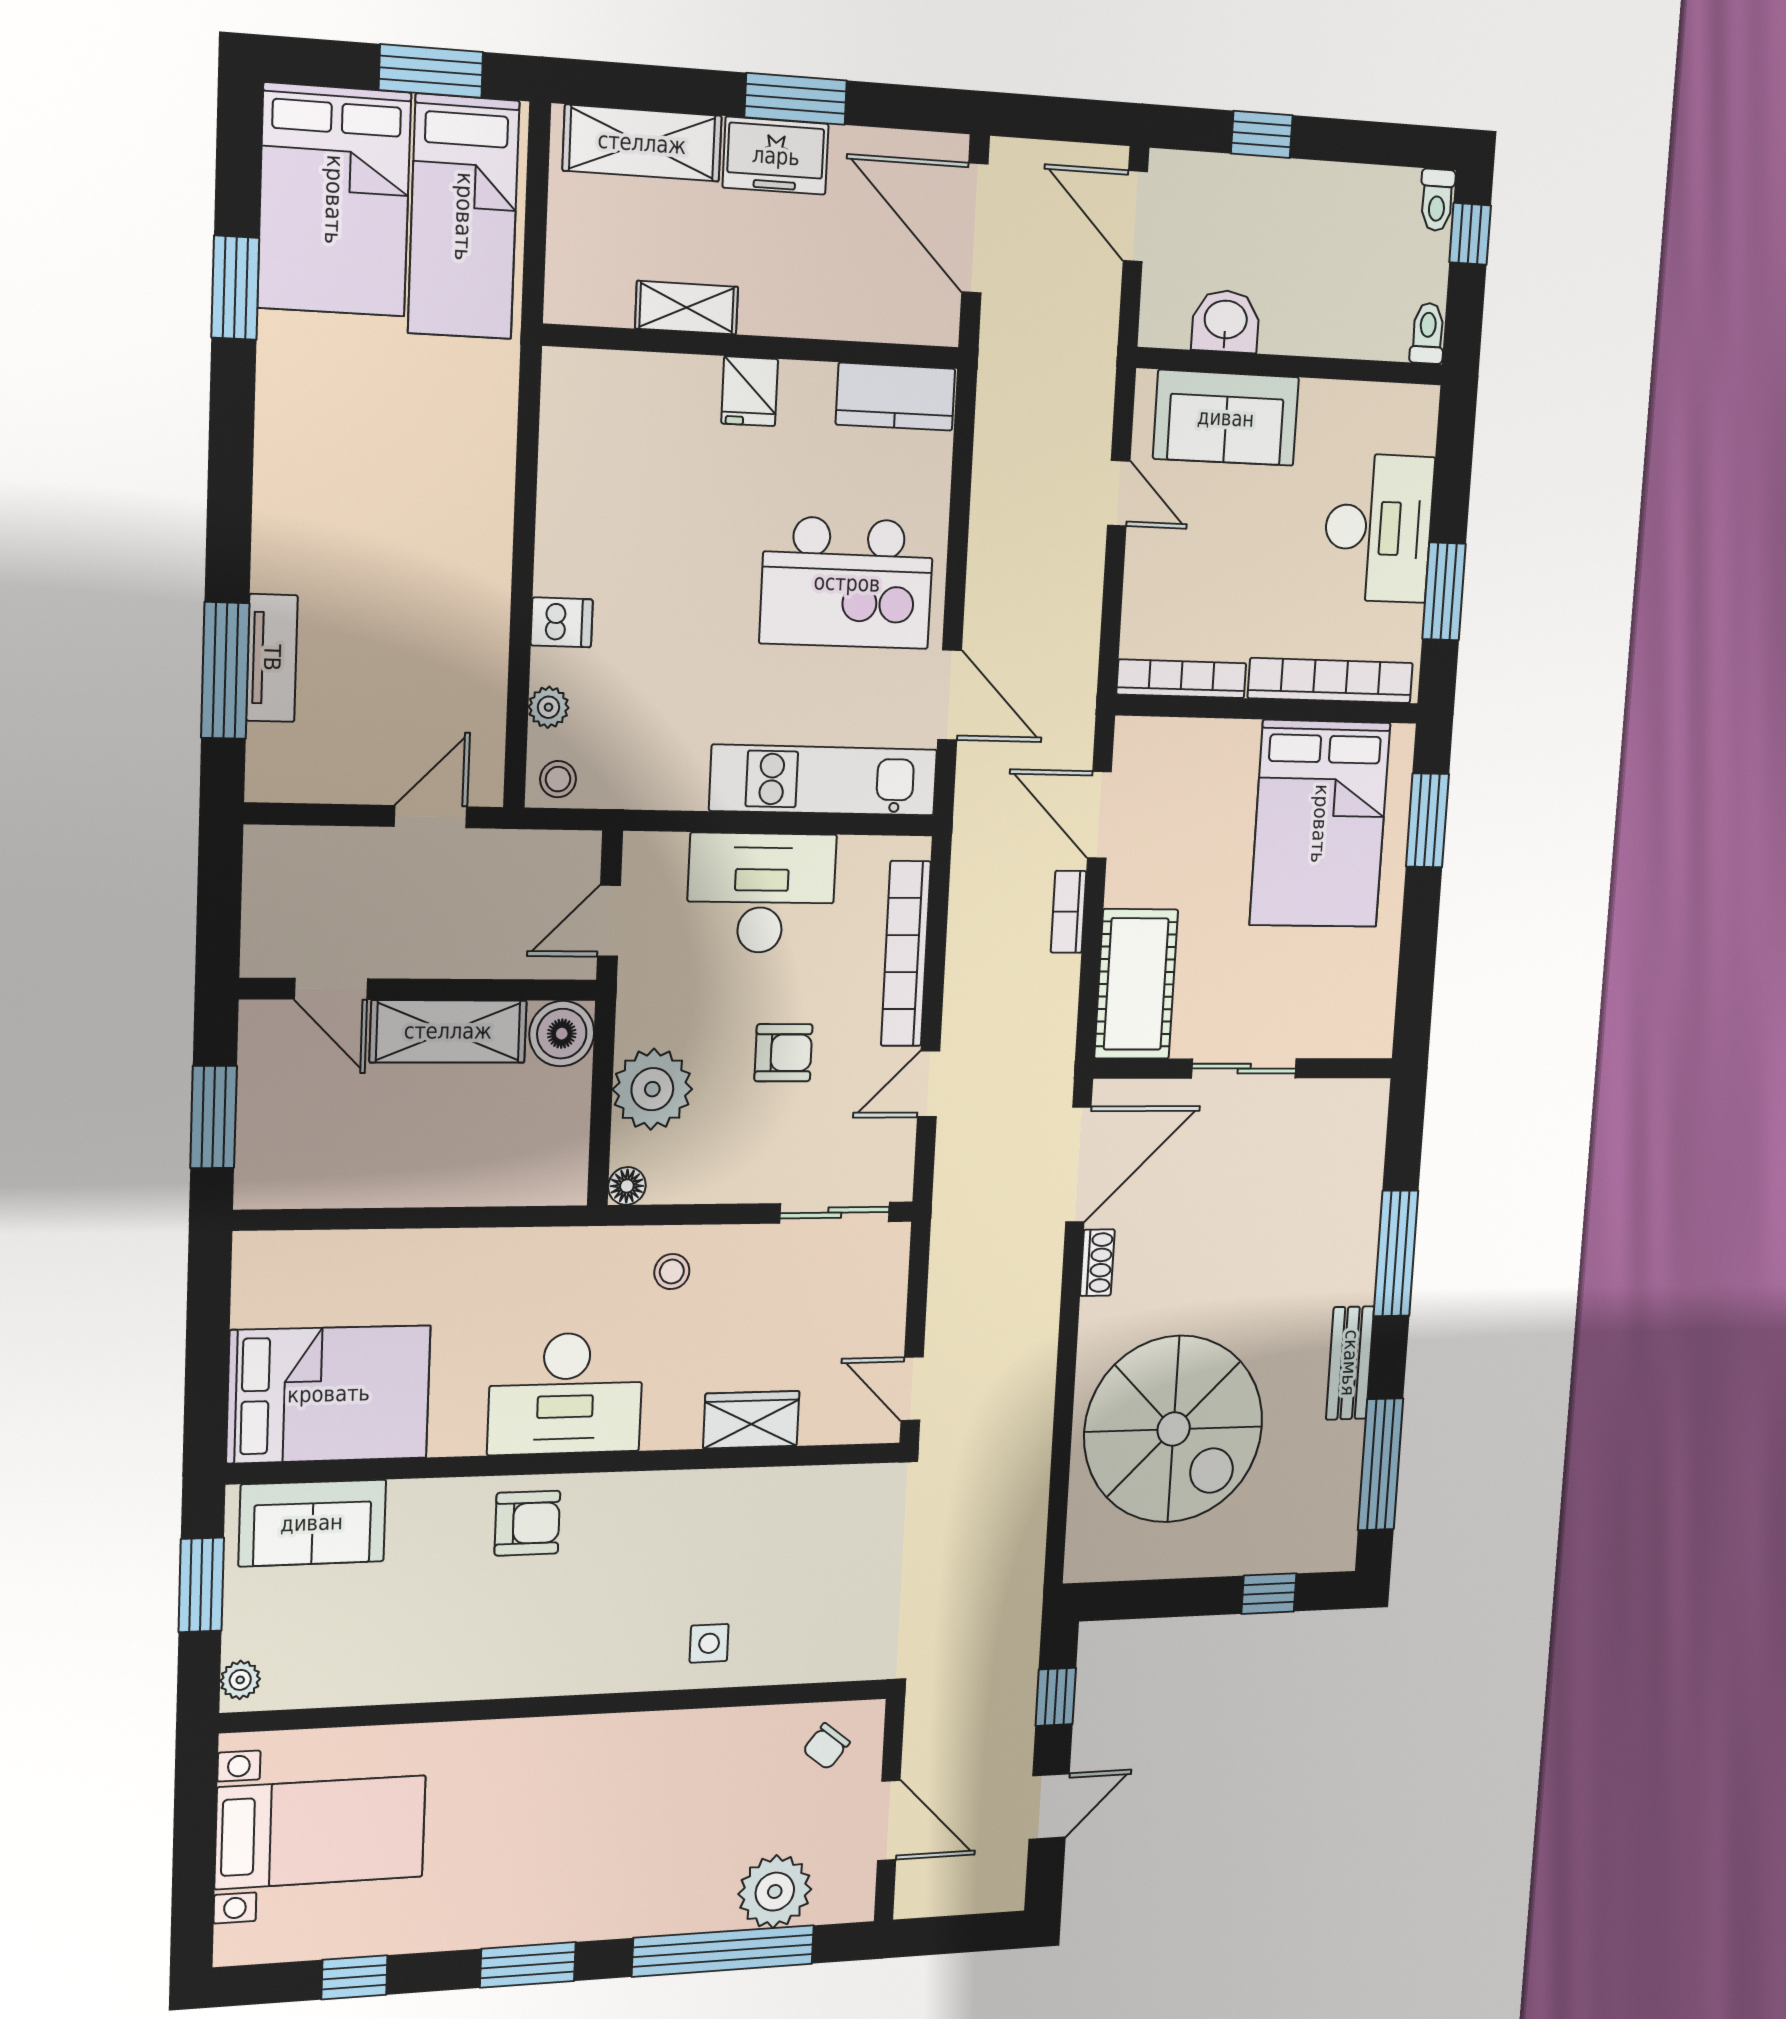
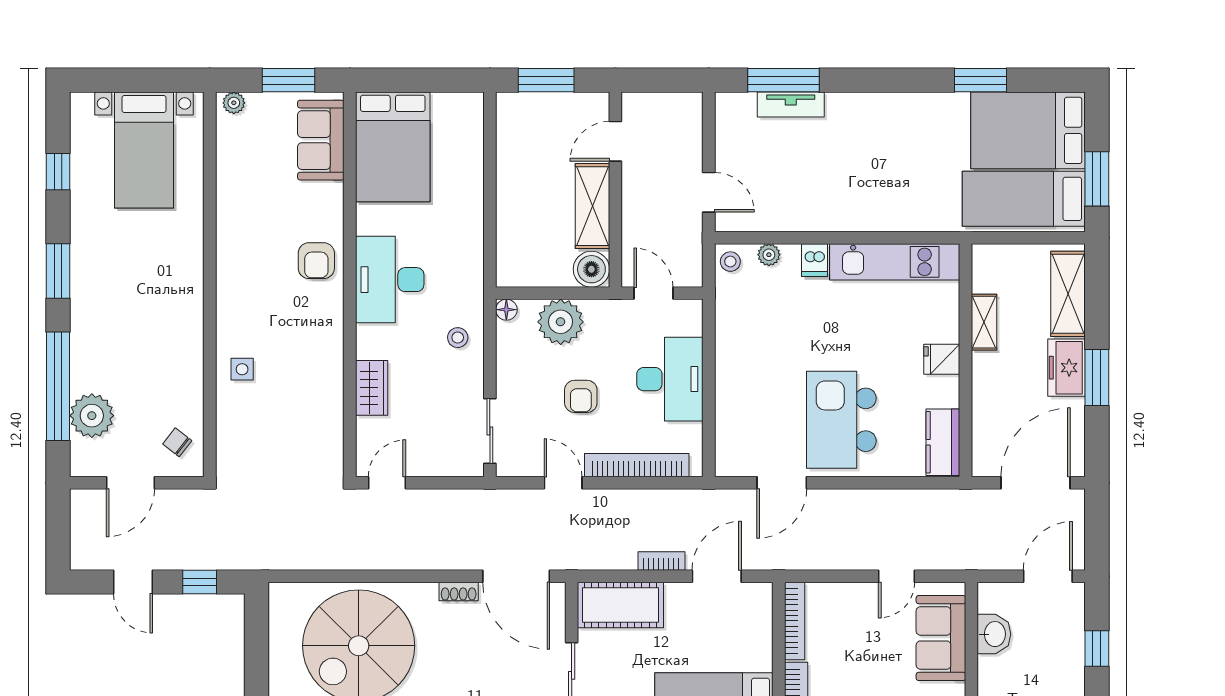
kitchen unit: (824, 780) -> (895, 262), moved, turned 90

